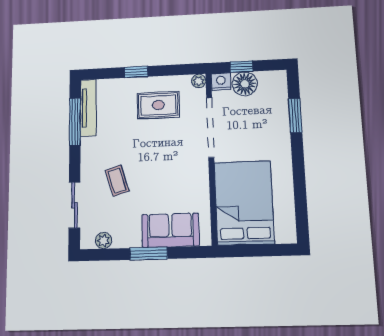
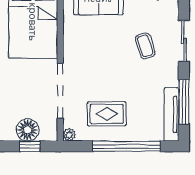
window: (136, 72) -> (126, 146), width x3.17
nightstand: (221, 82) -> (49, 133), removed
sliding door: (75, 205) -> (184, 41), moved

